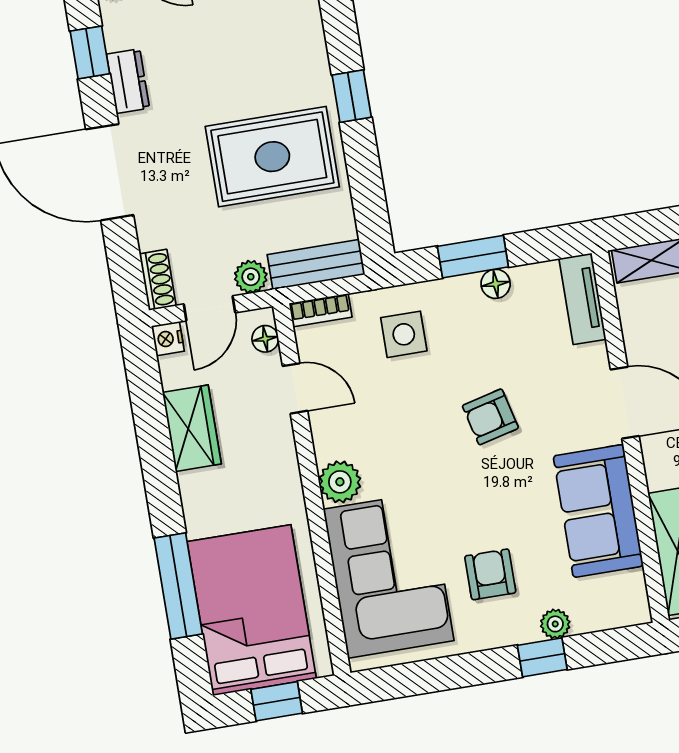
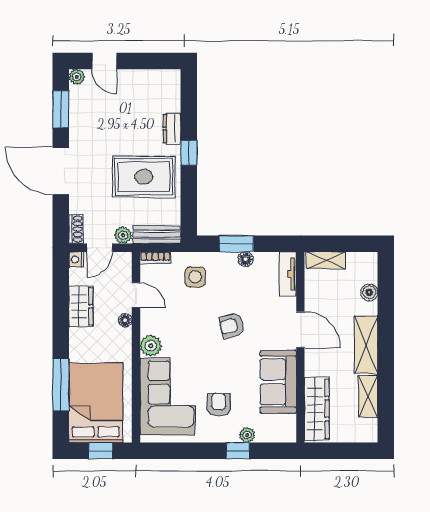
window: (90, 52) -> (61, 109), width x1.50
dresser: (128, 81) -> (172, 129), moved, turned 180
floor lamp: (265, 339) -> (125, 320), moved

